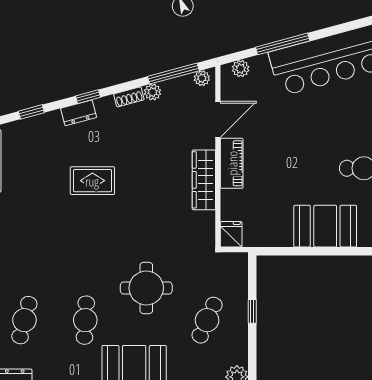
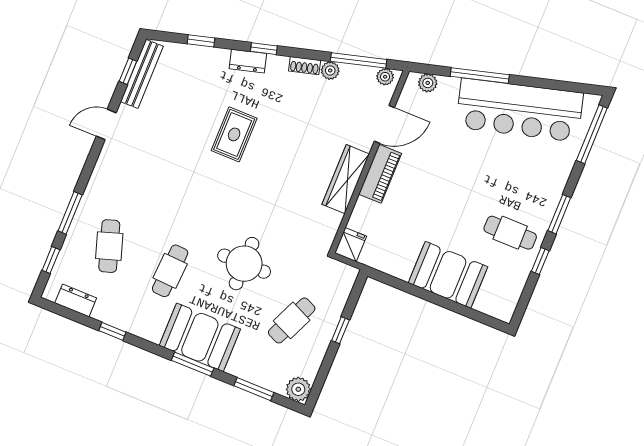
rug: (92, 181) -> (234, 134), turned 90
cafe table: (24, 320) -> (109, 246), turned -33

